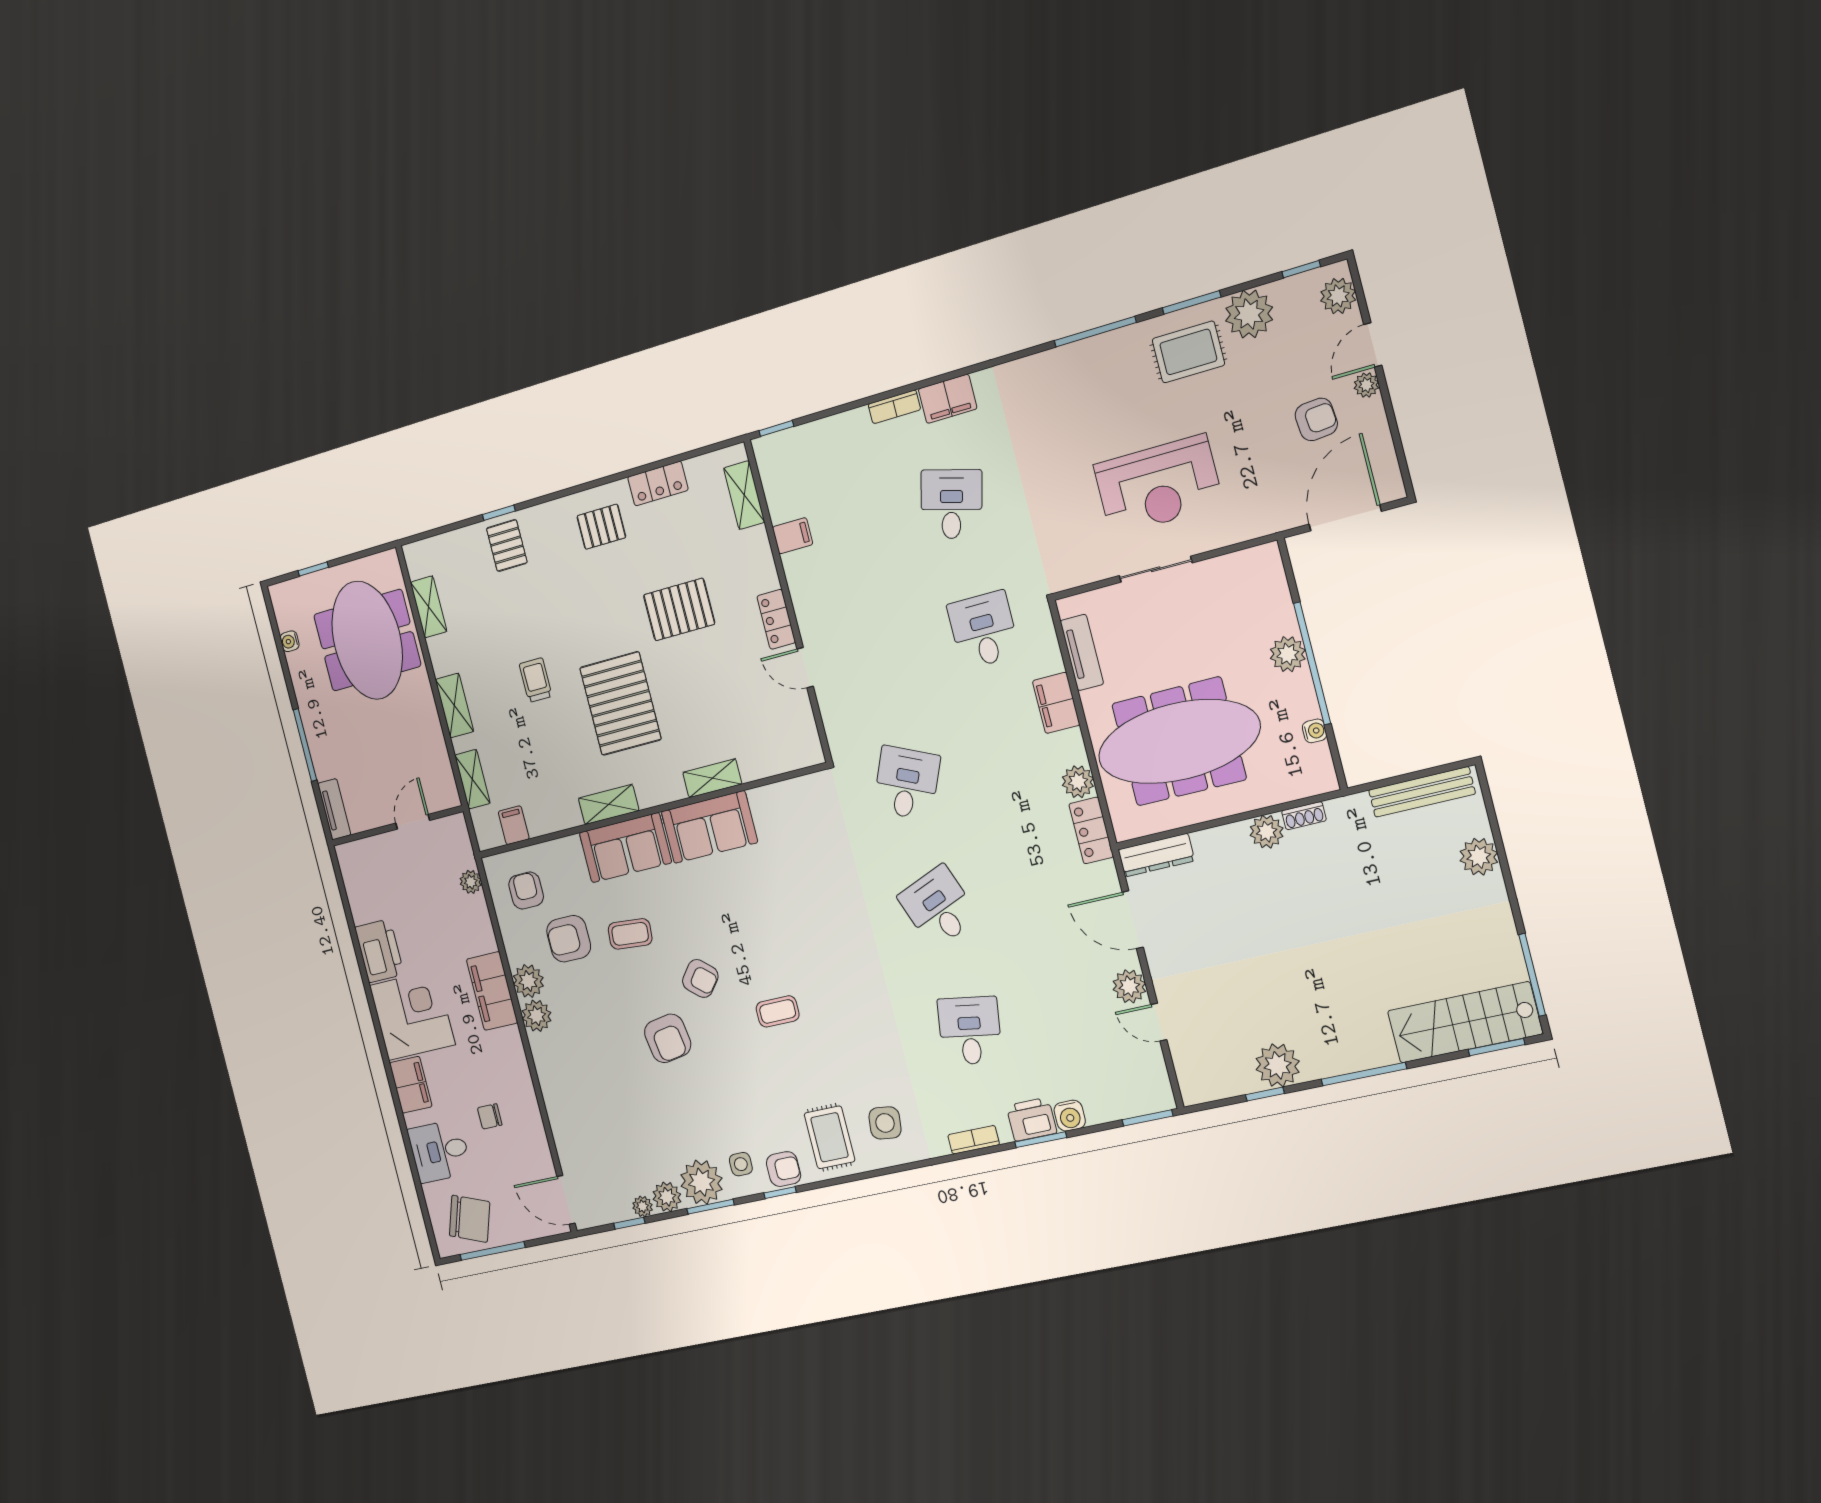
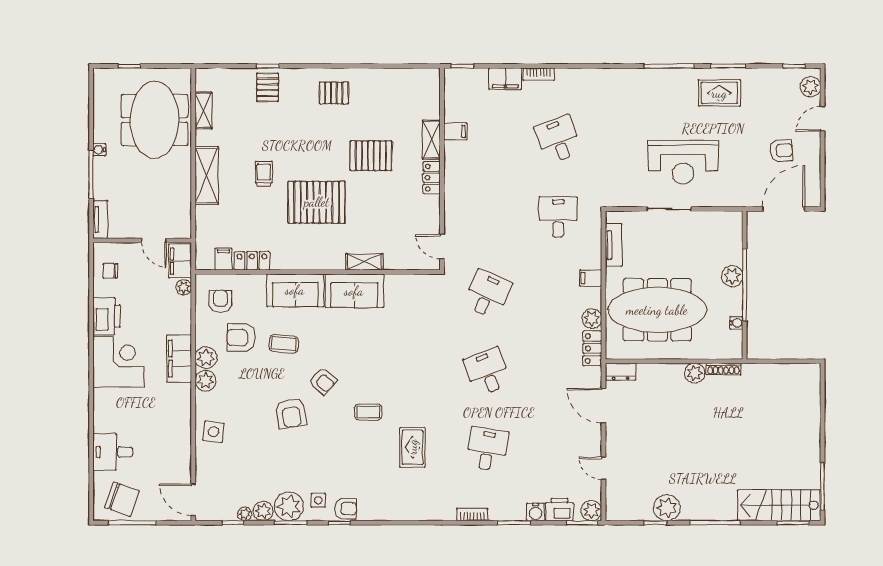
plant: (1249, 314) -> (759, 82), removed
plant: (1366, 385) -> (814, 140), removed
filing cabinet: (948, 399) -> (505, 79), moved
locker: (658, 484) -> (252, 261), moved, turned 180
shelving: (744, 495) -> (431, 140), moved
desk: (951, 504) -> (558, 140), turned -36
water cooler: (290, 641) -> (99, 150), moved
door: (805, 668) -> (442, 247), moved
pallet: (620, 703) -> (317, 202), turned 90
filing cabinet: (1056, 703) -> (591, 278), width x0.50
shelving: (454, 705) -> (207, 176), width x1.50, depth x1.33
shelving: (472, 779) -> (203, 224), removed
bench: (1422, 792) -> (788, 371), removed
shelving: (609, 804) -> (291, 262), removed
shoe rack: (1304, 816) -> (723, 369), width x1.43
door: (413, 822) -> (154, 241), swing flipped
dresser: (1156, 855) -> (621, 372), width x0.70
plant: (1479, 857) -> (810, 415), removed
plant: (1129, 986) -> (591, 511), moved
filing cabinet: (411, 1085) -> (180, 261), moved, turned 180
chair: (490, 1116) -> (110, 271), moved
printer: (1031, 1119) -> (560, 510), moved
side table: (885, 1123) -> (213, 432), moved
rug: (830, 1137) -> (412, 447), moved

